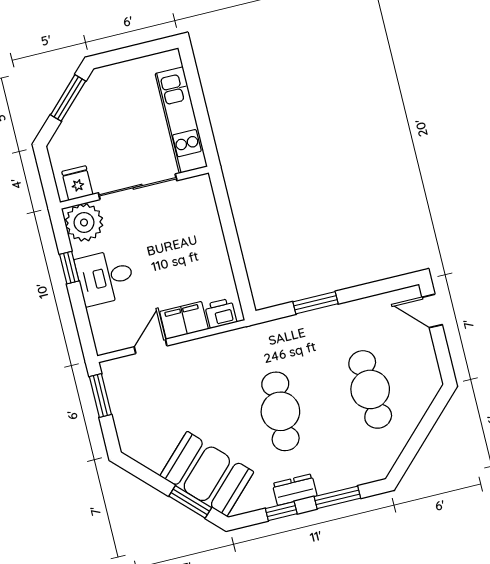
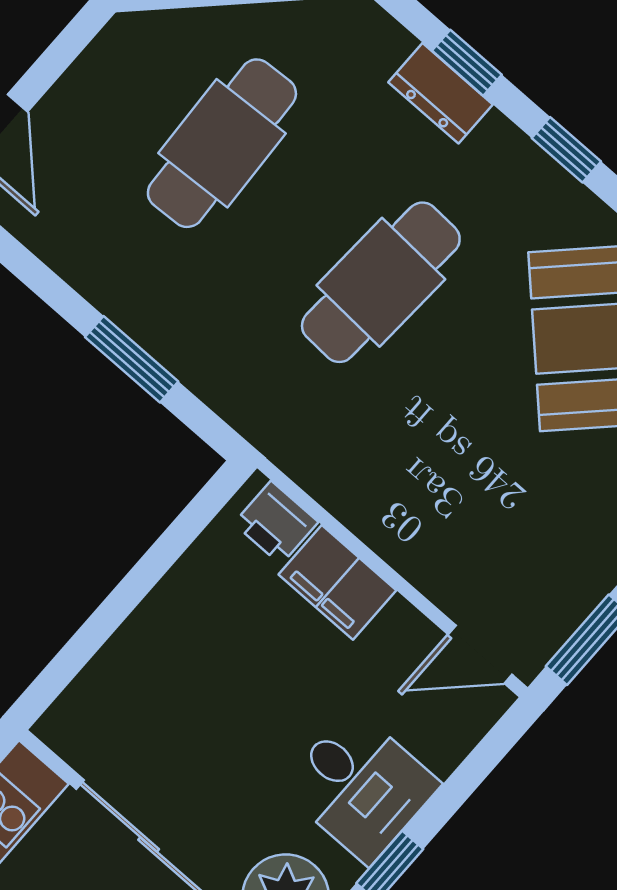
door: (151, 346) -> (480, 654), moved
dresser: (295, 490) -> (441, 93), moved
window: (337, 497) -> (467, 63), width x0.67

